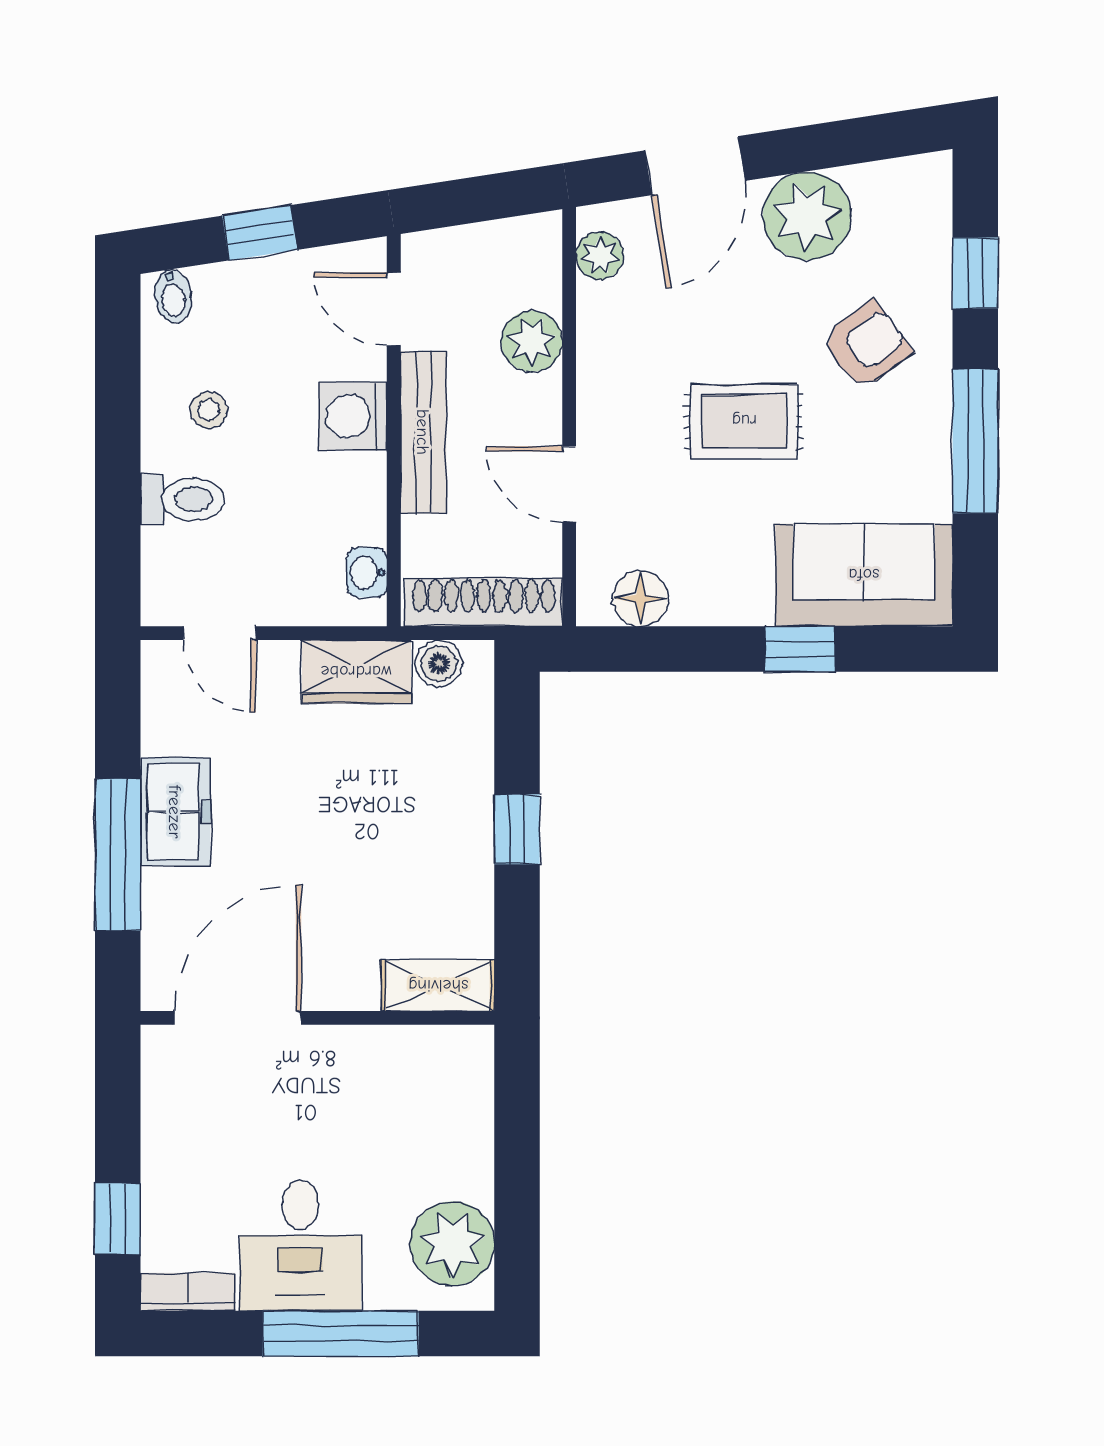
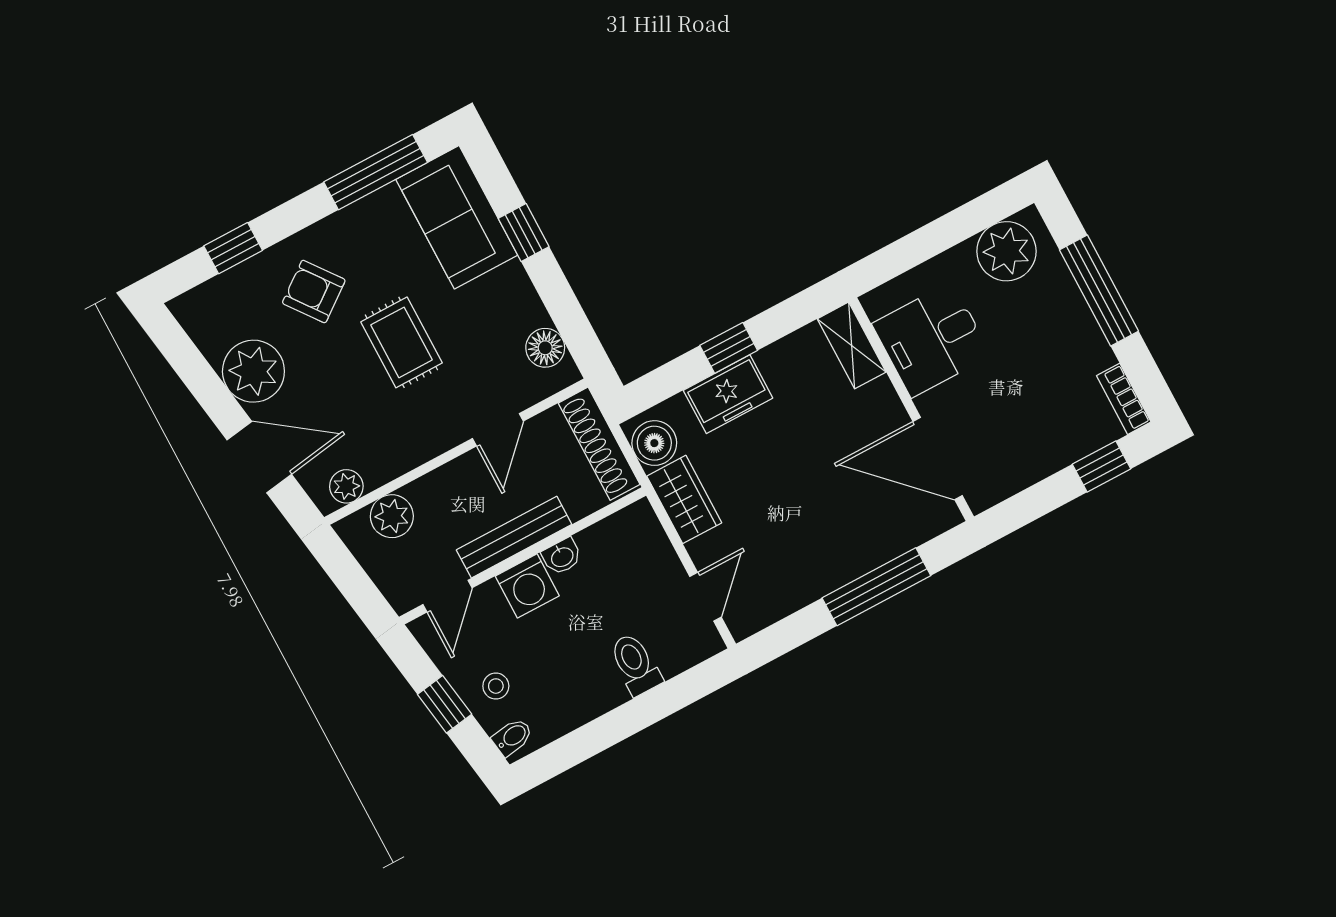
plant: (532, 341) -> (392, 516), moved
stool: (209, 410) -> (496, 686), moved
window: (975, 441) -> (376, 172), moved
washbasin: (367, 572) -> (562, 556), moved
boiler: (439, 663) -> (654, 443), width x1.36, depth x1.36
freezer: (175, 812) -> (728, 394), moved, turned 180
desk: (301, 1246) -> (932, 340), moved, turned 180

